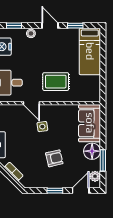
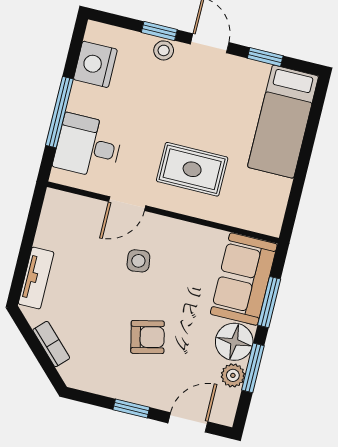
window: (14, 26) -> (159, 31), moved
door: (31, 103) -> (127, 204), hinge flipped
window: (103, 130) -> (269, 302), added
plant: (95, 176) -> (233, 375), moved

